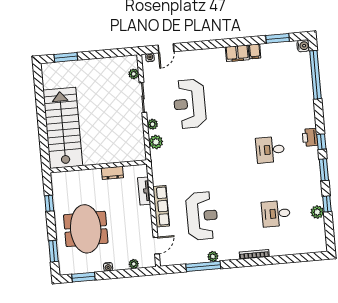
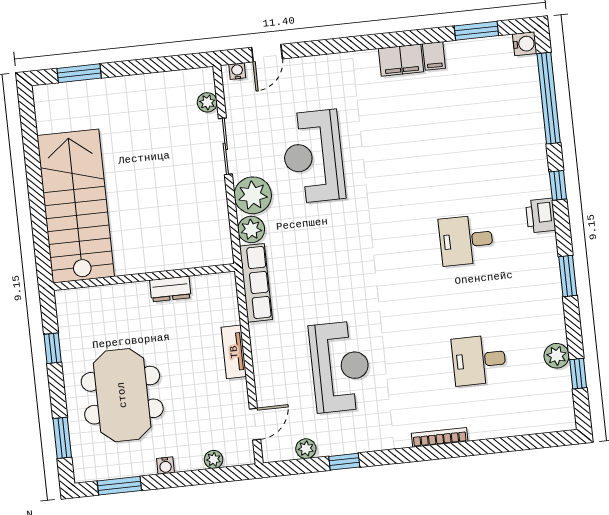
plant: (152, 124) -> (253, 195), width x1.88, depth x1.88
window: (321, 142) -> (558, 185), moved
tv unit: (144, 191) -> (234, 352), moved
window: (327, 204) -> (578, 374), moved
row of seats: (161, 206) -> (256, 283), moved
plant: (213, 256) -> (306, 449), moved
window: (203, 266) -> (344, 462), width x0.46

